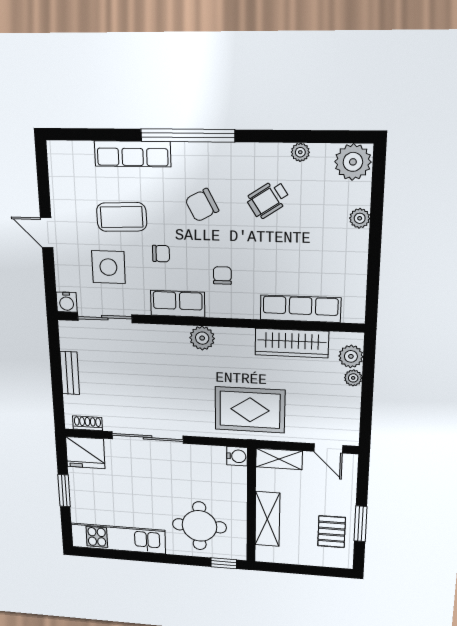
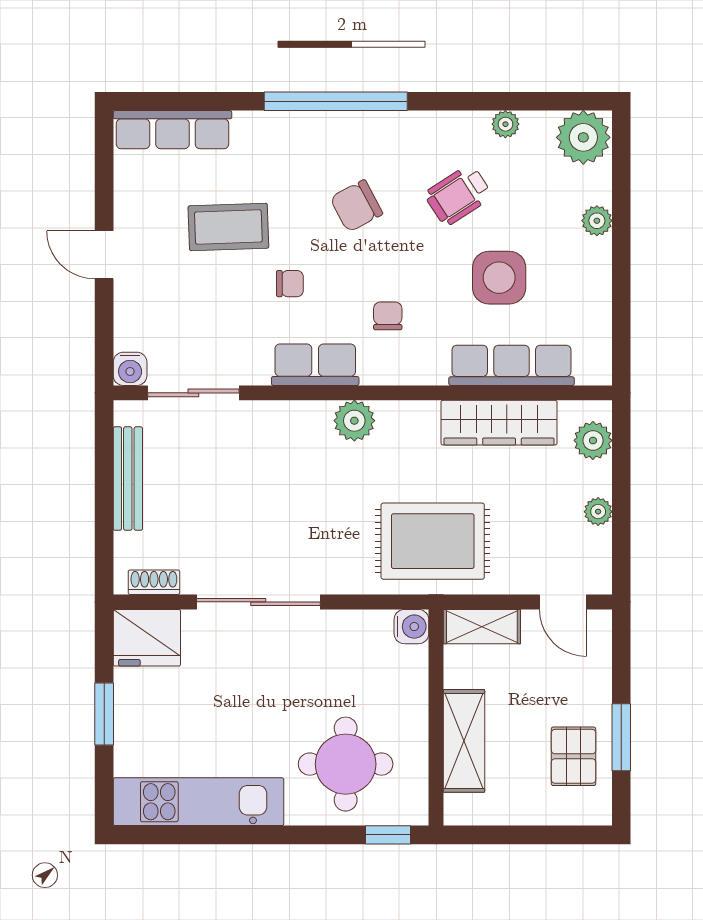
row of seats: (133, 154) -> (172, 130), moved
side table: (108, 267) -> (499, 278), moved
bench: (70, 373) -> (128, 479), width x1.36
plant: (353, 378) -> (598, 512), moved

